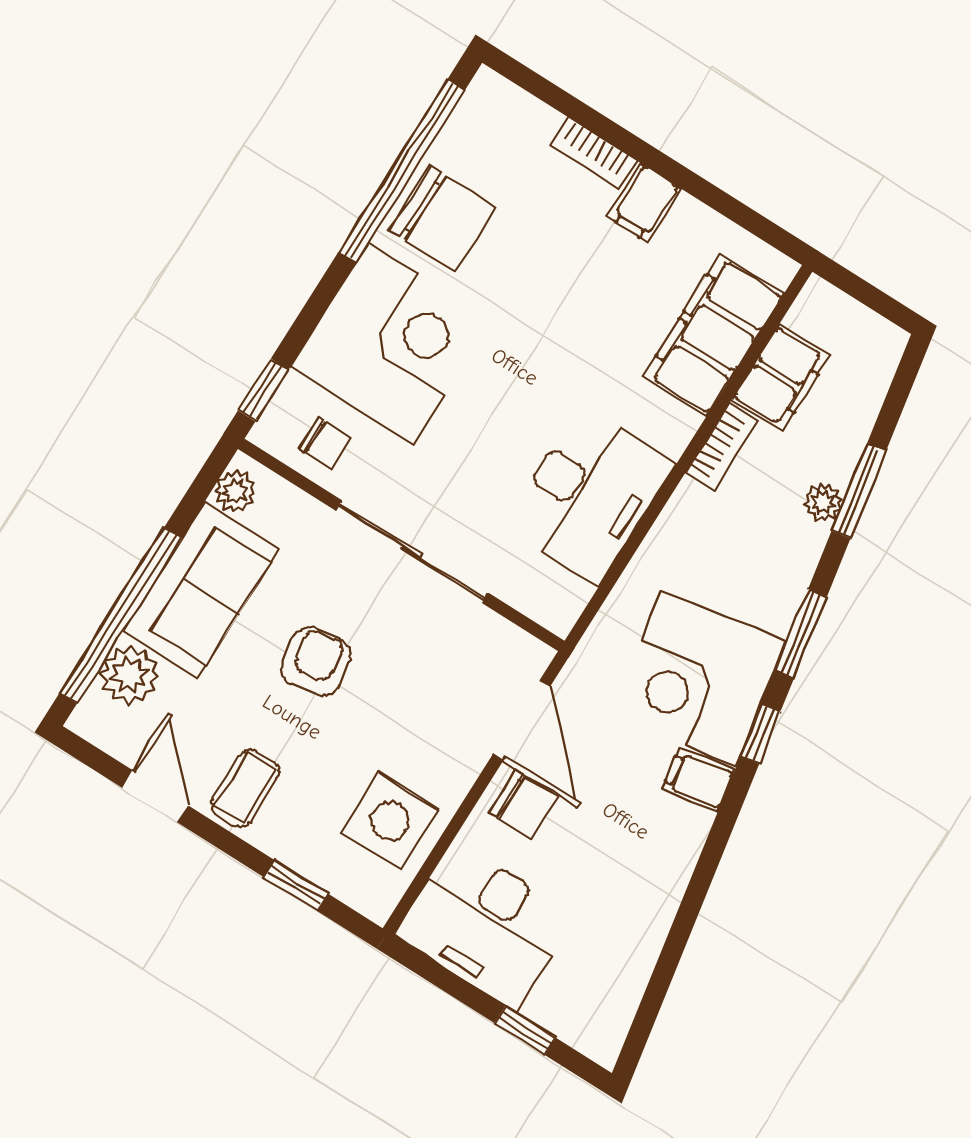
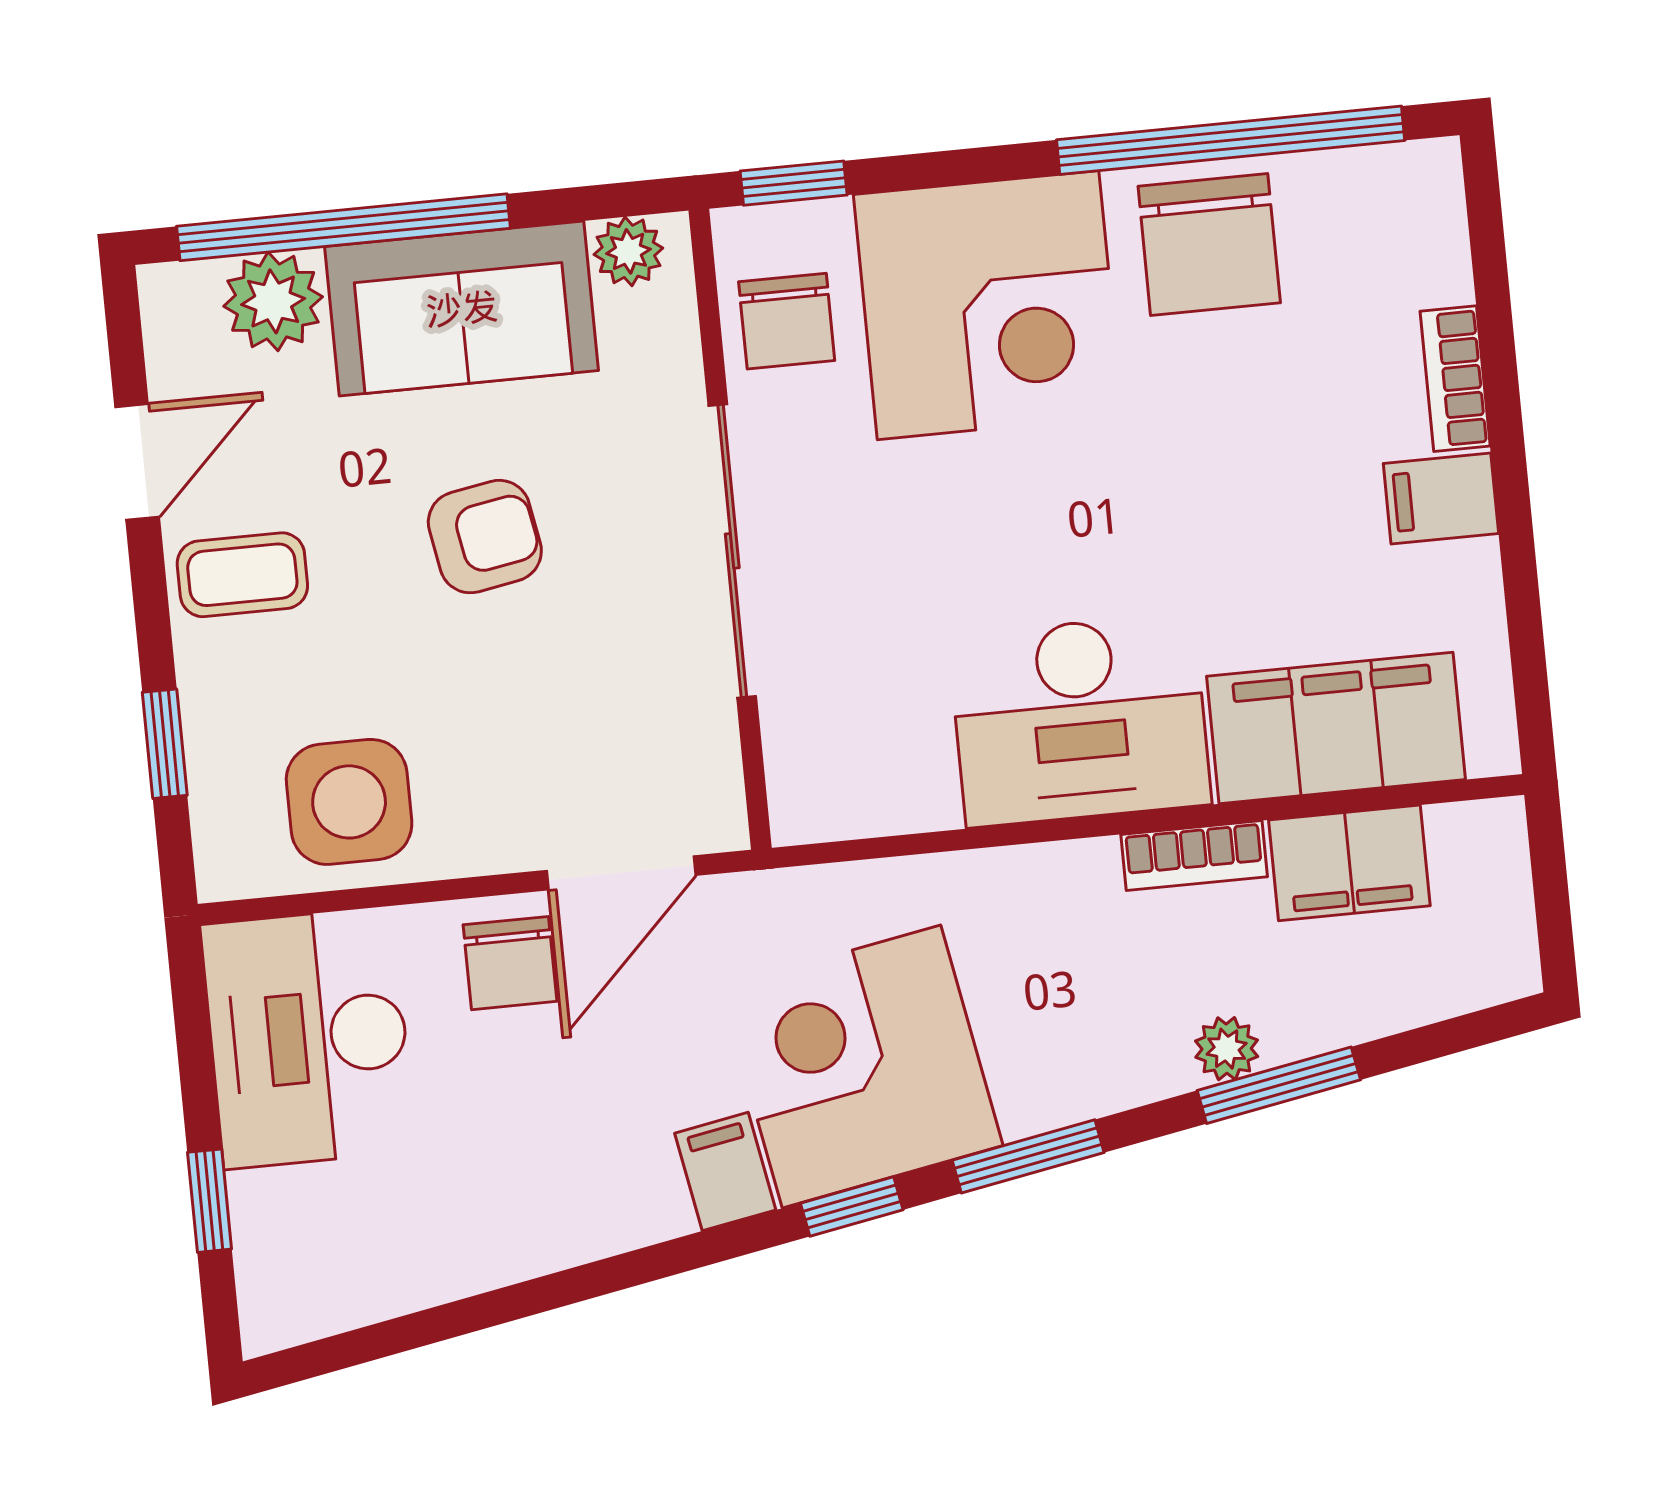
chair: (325, 443) -> (787, 321), width x1.37, depth x1.37
desk: (589, 495) -> (1080, 720), moved

